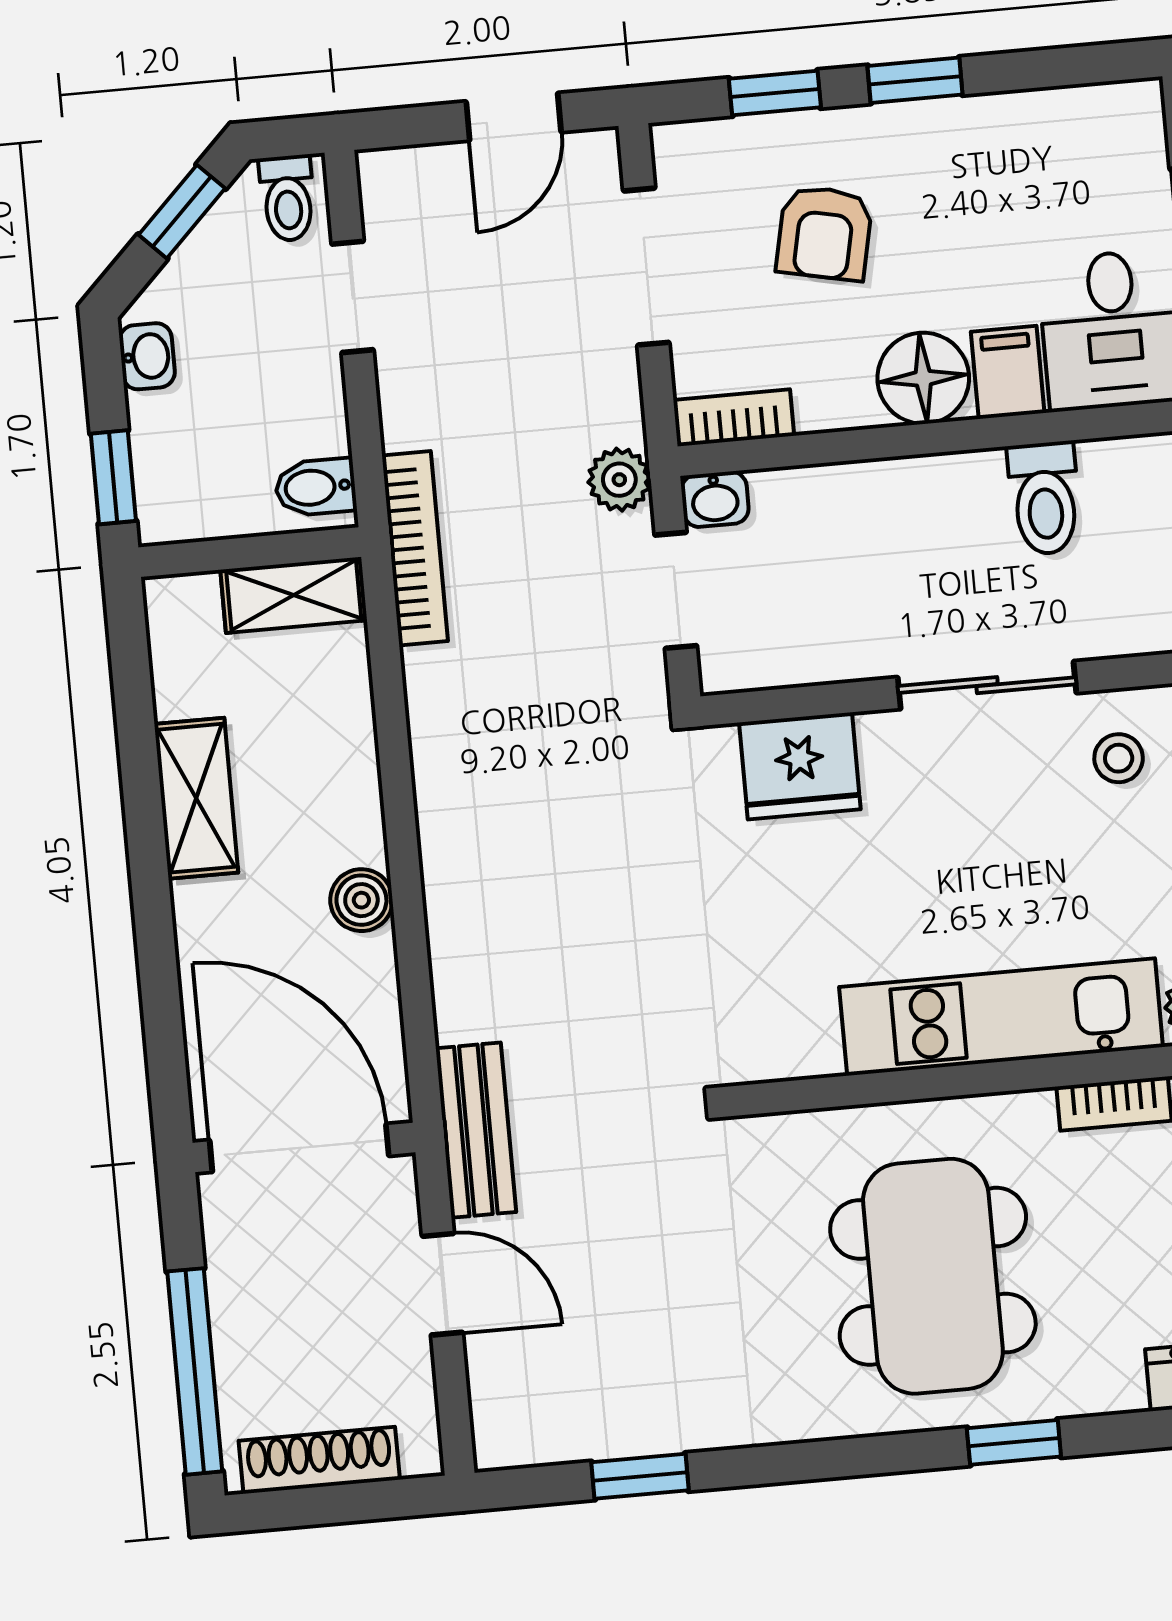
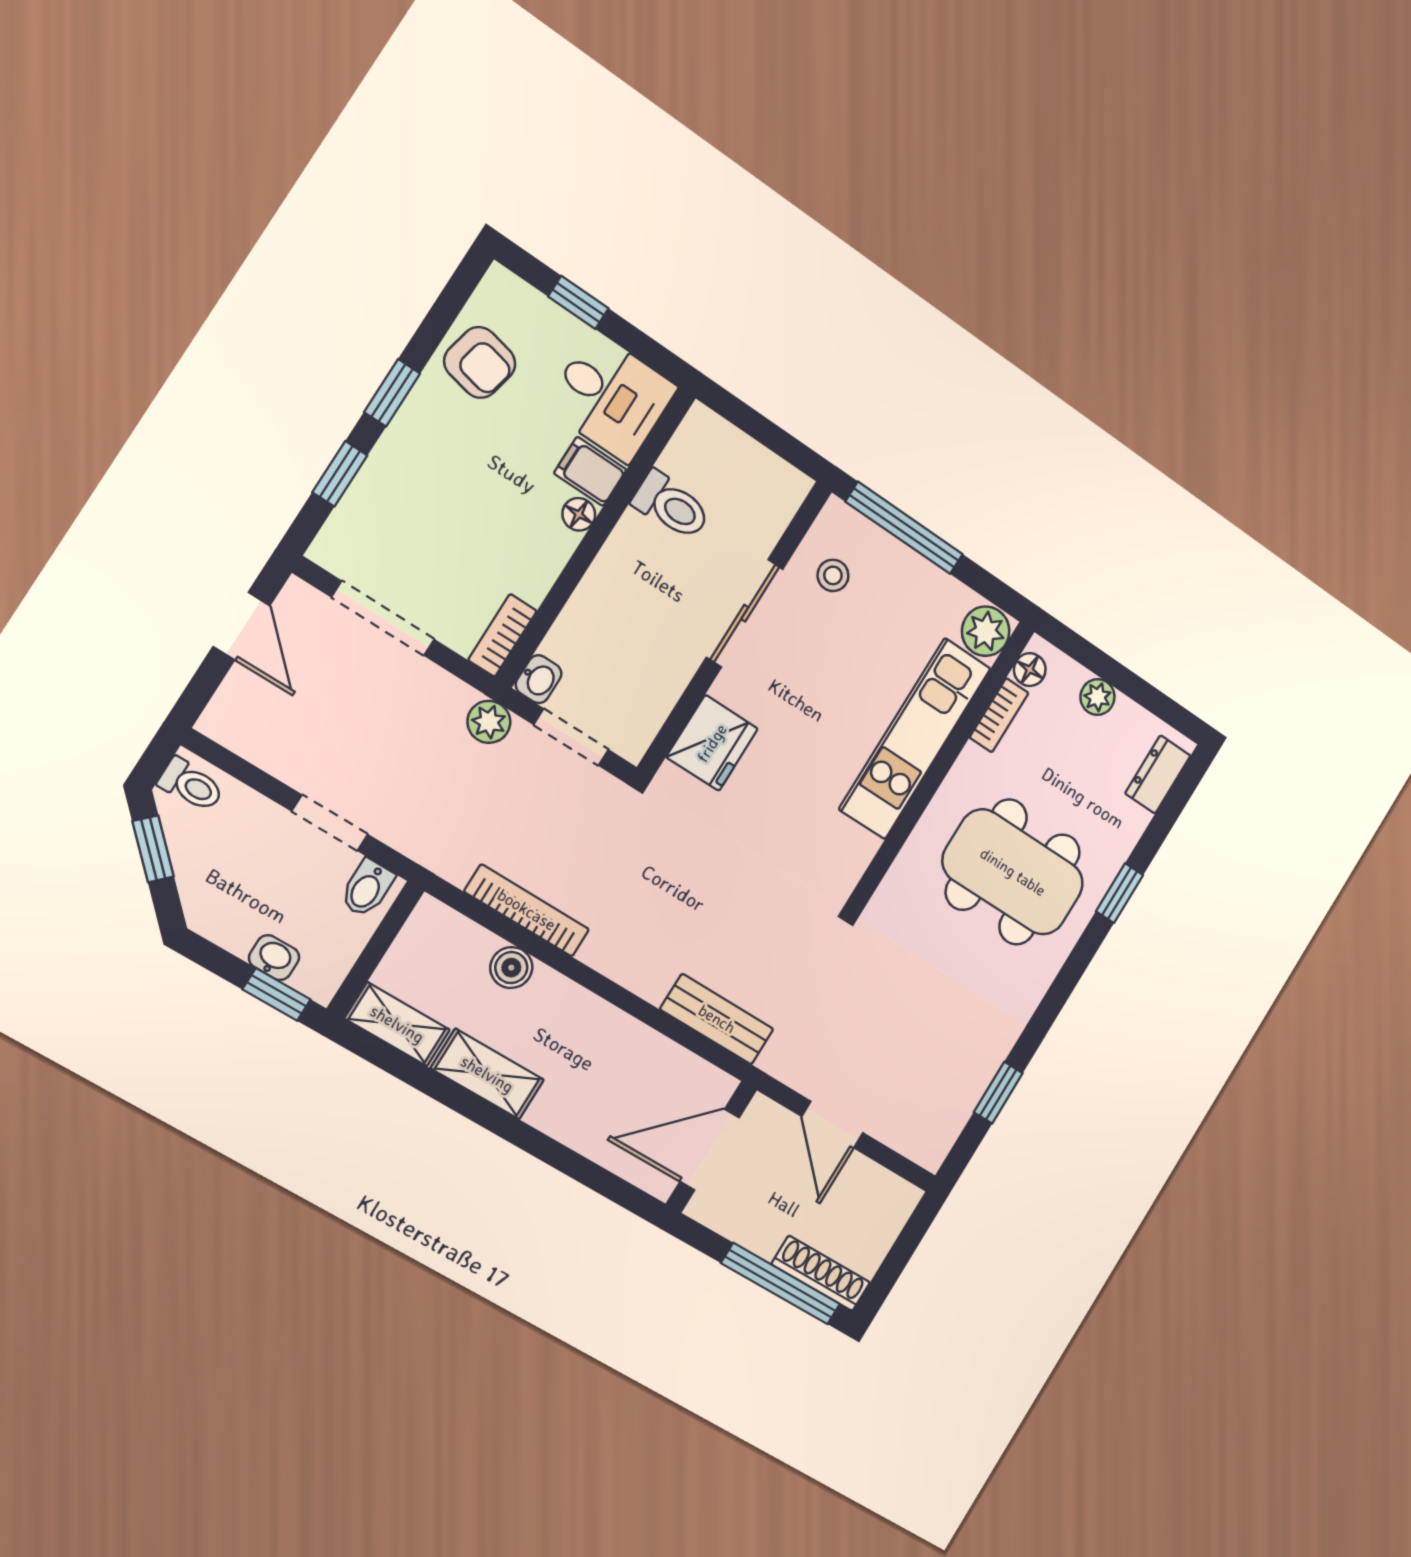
armchair: (824, 233) -> (480, 362), moved
doorway: (353, 297) -> (330, 823), moved
washbasin: (147, 356) -> (274, 958), moved
floor lamp: (923, 378) -> (579, 514), width x0.53, depth x0.53
bookcase: (415, 548) -> (527, 910), moved
shelving: (294, 595) -> (397, 1024), moved, turned 90
boiler: (361, 900) -> (511, 968), moved
bench: (476, 1130) -> (717, 1019), moved
door: (299, 1148) -> (710, 1150), width x0.73
door: (442, 1284) -> (832, 1125), swing flipped
shoe rack: (319, 1460) -> (821, 1273), moved, turned 90

